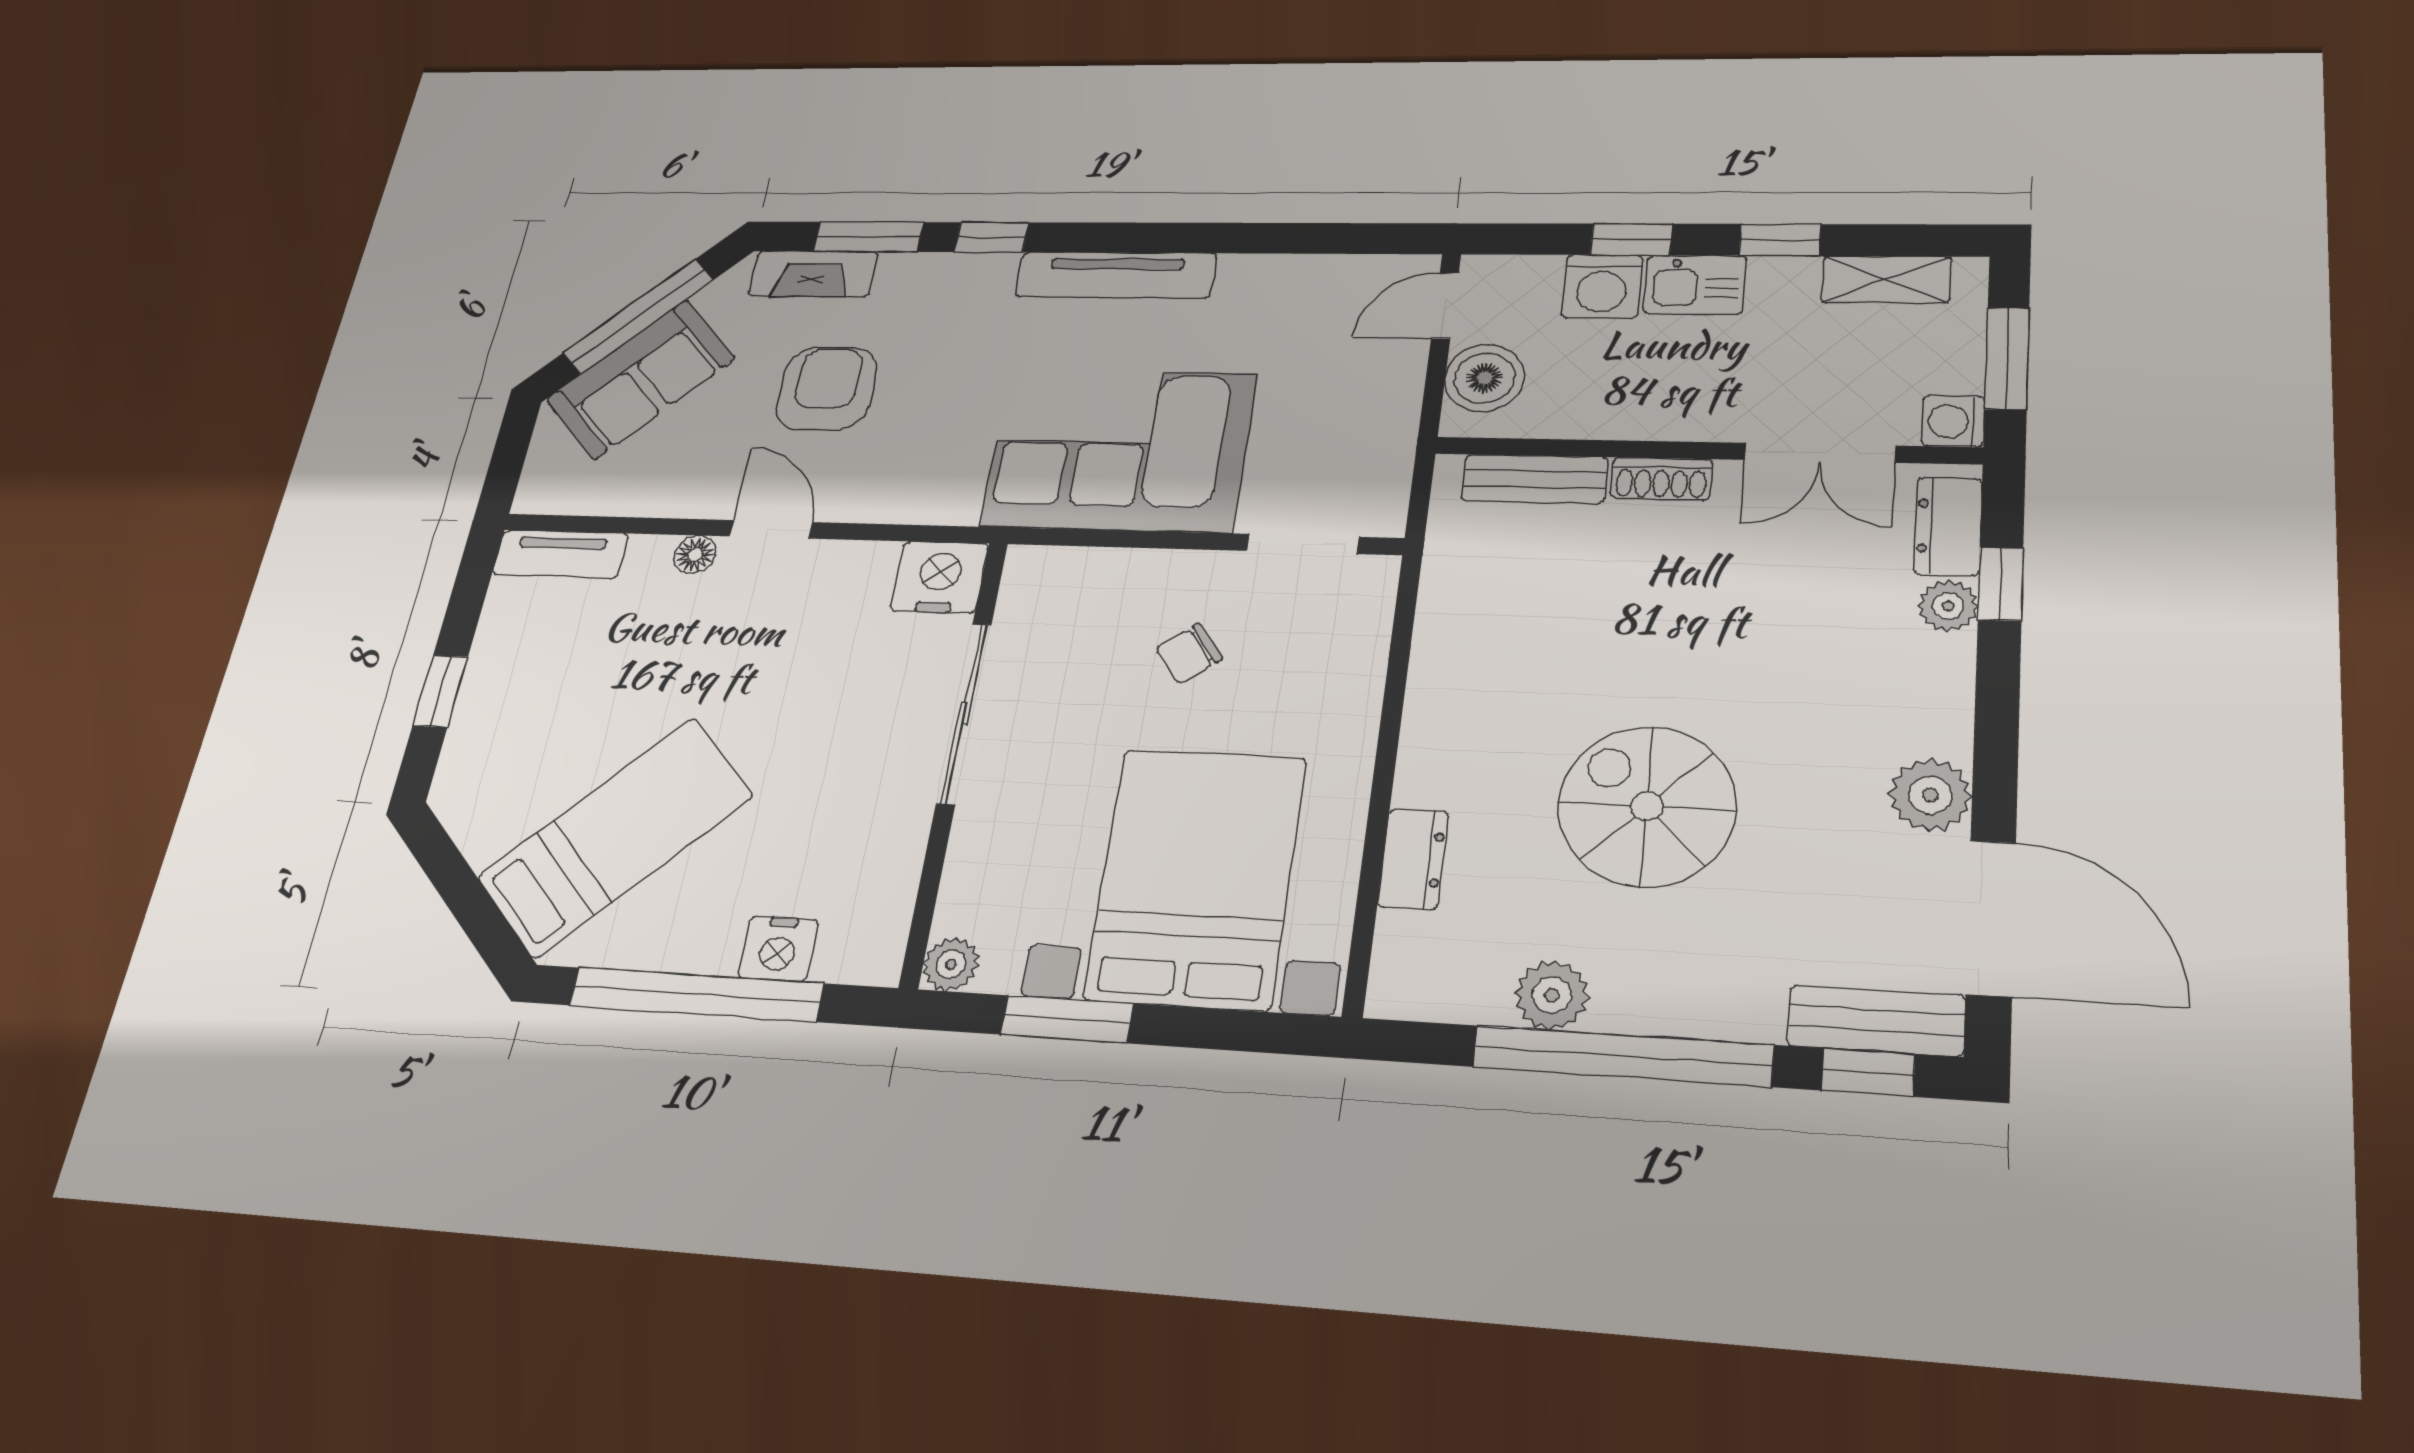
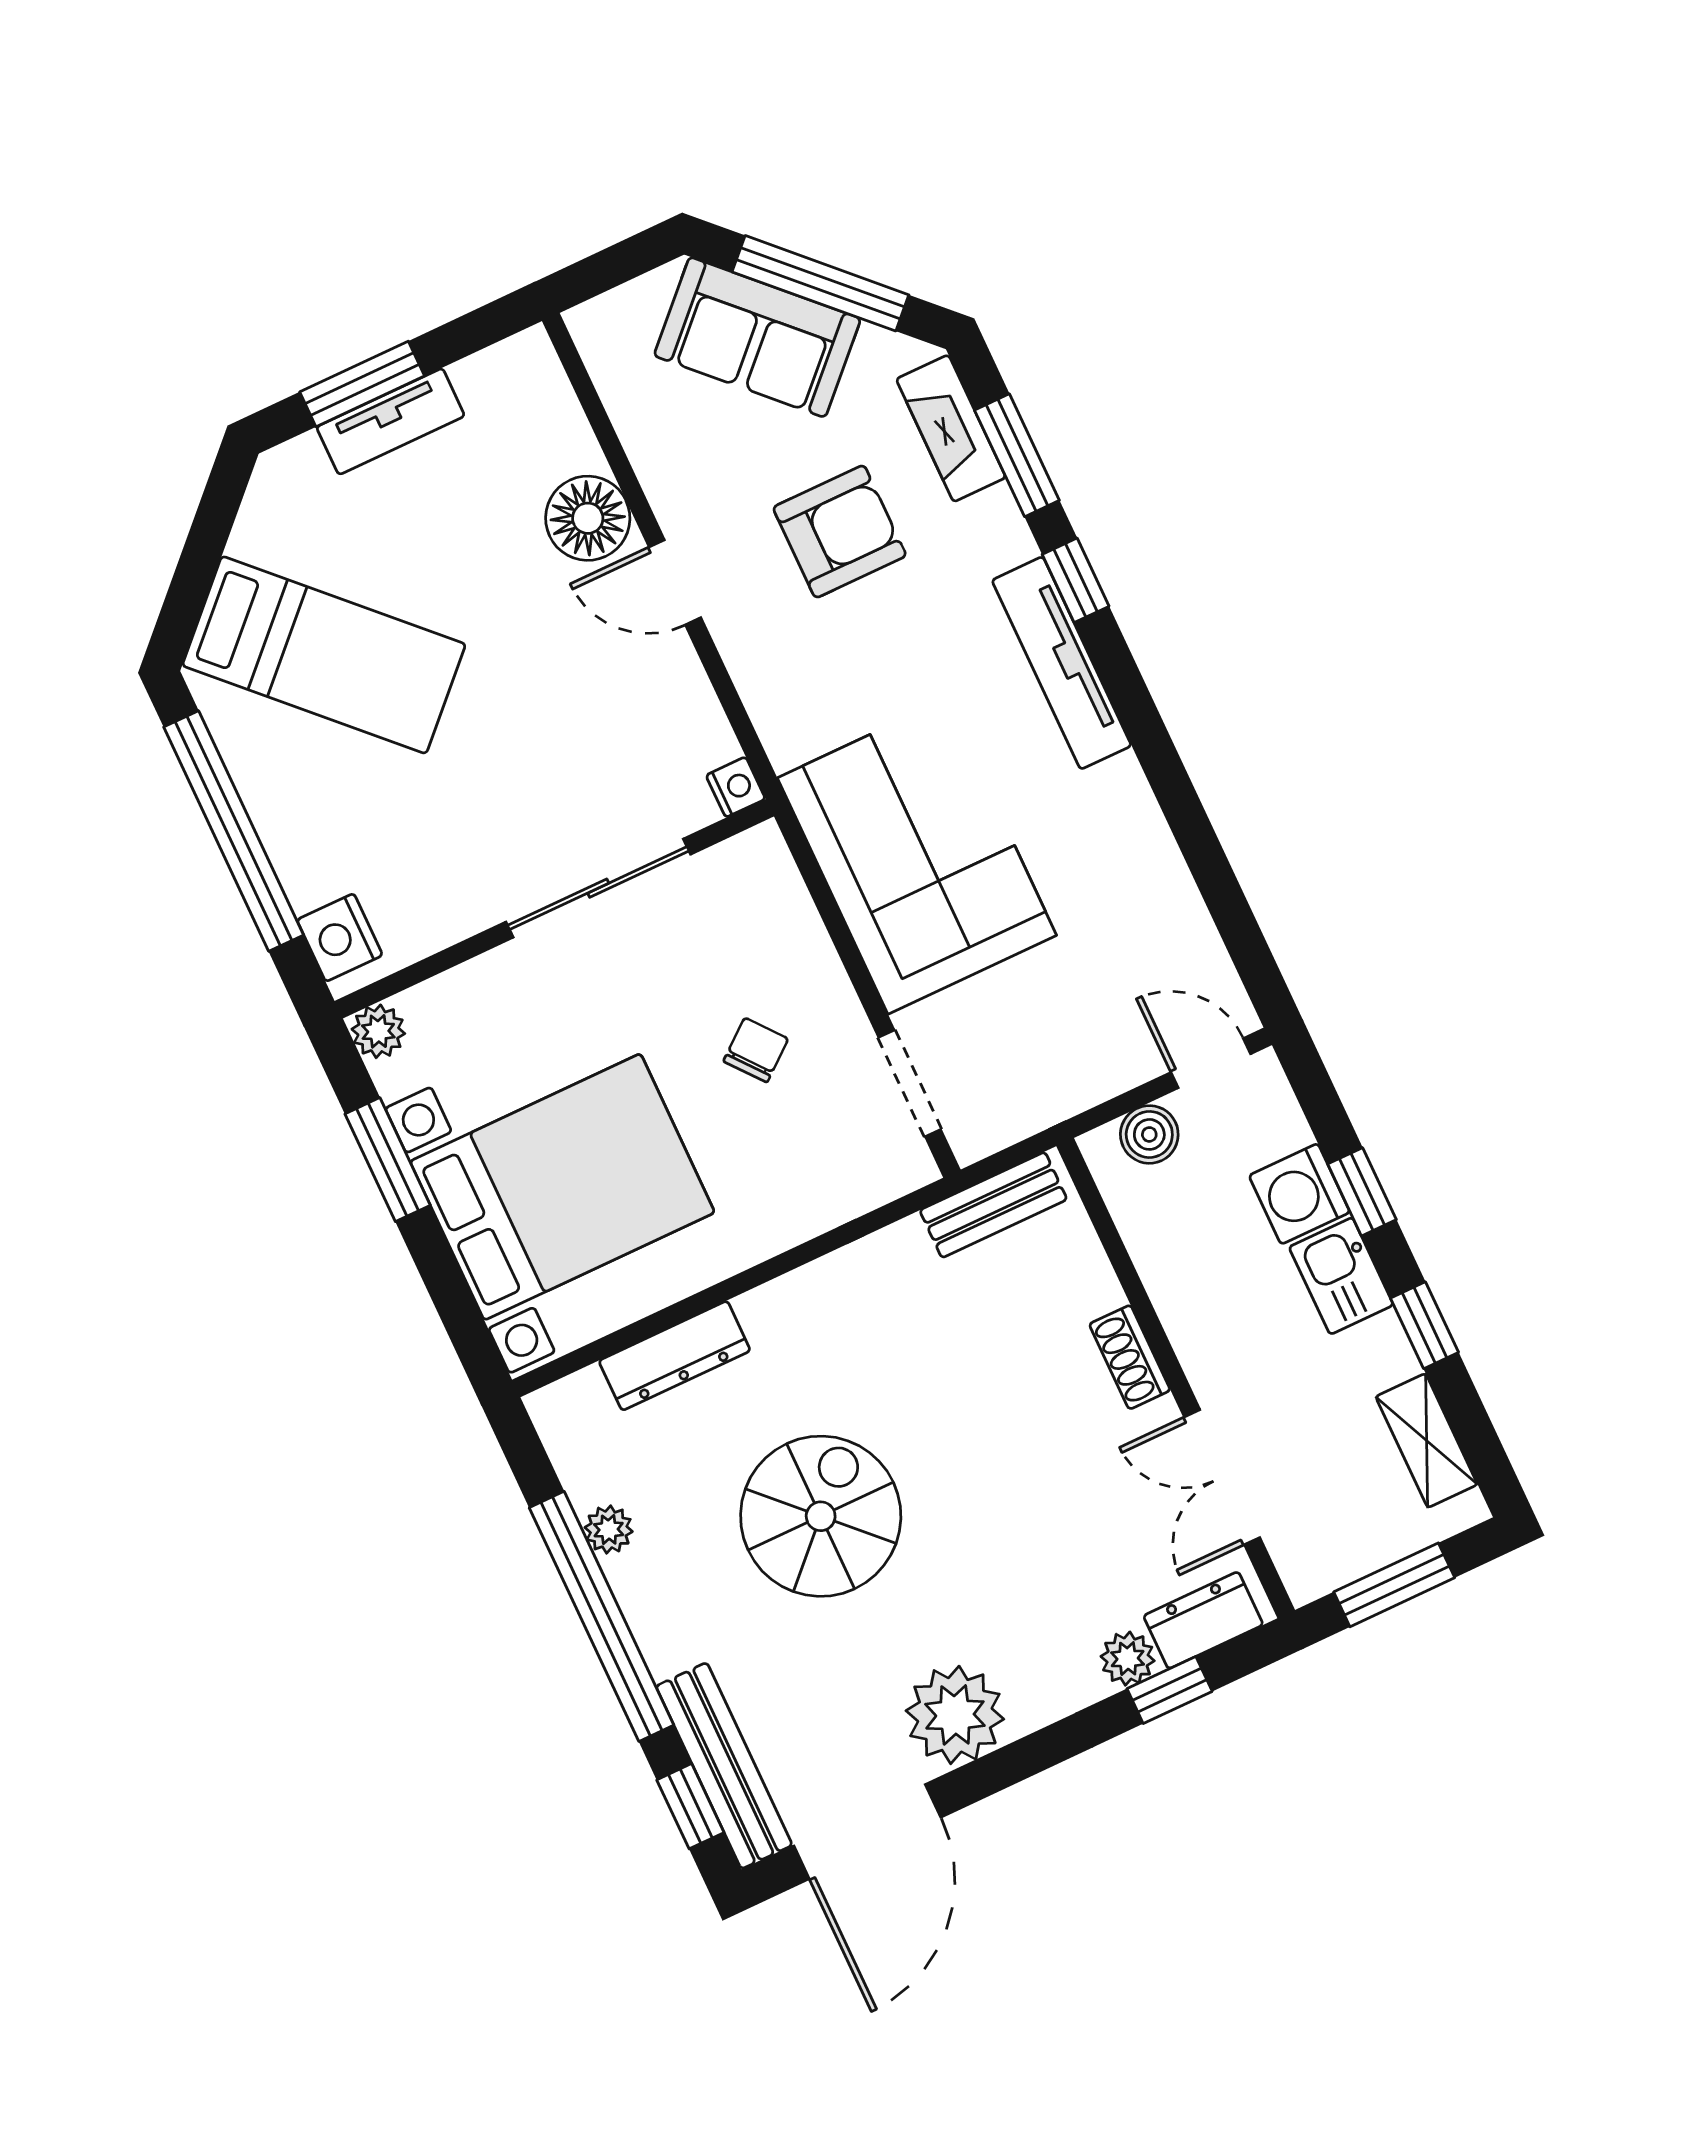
tv unit: (1116, 275) -> (1062, 663), moved
boiler: (1484, 378) -> (1149, 1134), width x0.73, depth x0.73
washing machine: (1953, 421) -> (1309, 1572), removed
bench: (1535, 479) -> (993, 1205), moved, turned 90
door: (771, 529) -> (675, 582), swing flipped
tv unit: (560, 554) -> (391, 421), moved, turned -90
floor lamp: (695, 554) -> (588, 518), width x1.89, depth x1.89
nightstand: (940, 577) -> (736, 787), width x0.53, depth x0.56
chair: (1189, 654) -> (756, 1050), turned 88
window: (440, 691) -> (362, 384), width x1.50
plant: (1930, 795) -> (955, 1715), width x1.36, depth x1.36
dresser: (1413, 859) -> (675, 1356), width x1.44
nightstand: (778, 949) -> (340, 938), moved
plant: (1552, 995) -> (609, 1530), width x0.73, depth x0.73
bench: (1876, 1020) -> (724, 1766), width x1.36

